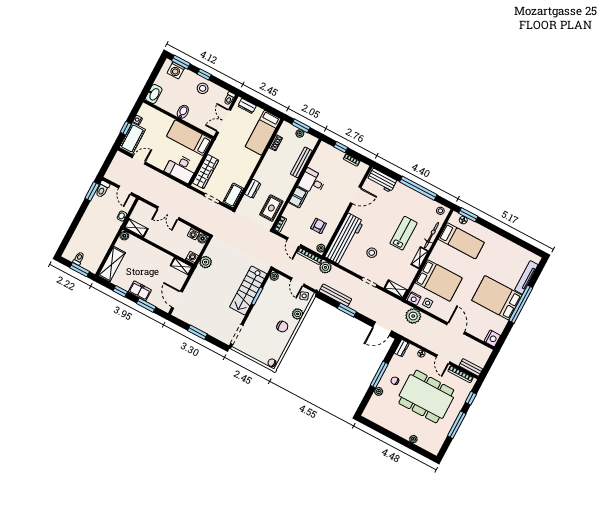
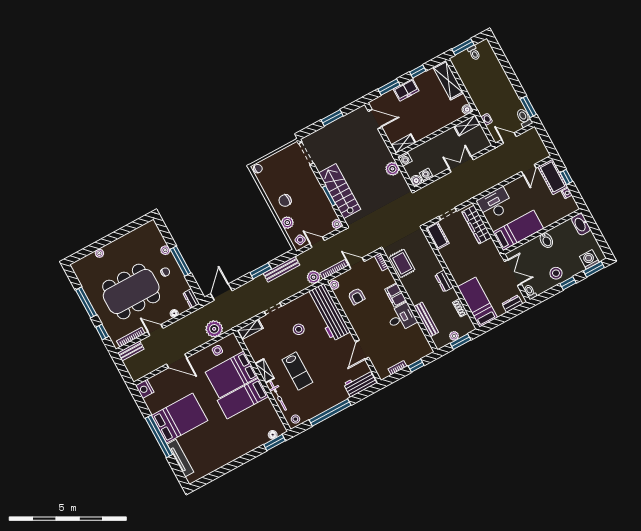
dresser: (253, 189) -> (444, 281), moved
bed: (461, 241) -> (243, 399), moved
nightstand: (414, 299) -> (230, 340), removed

